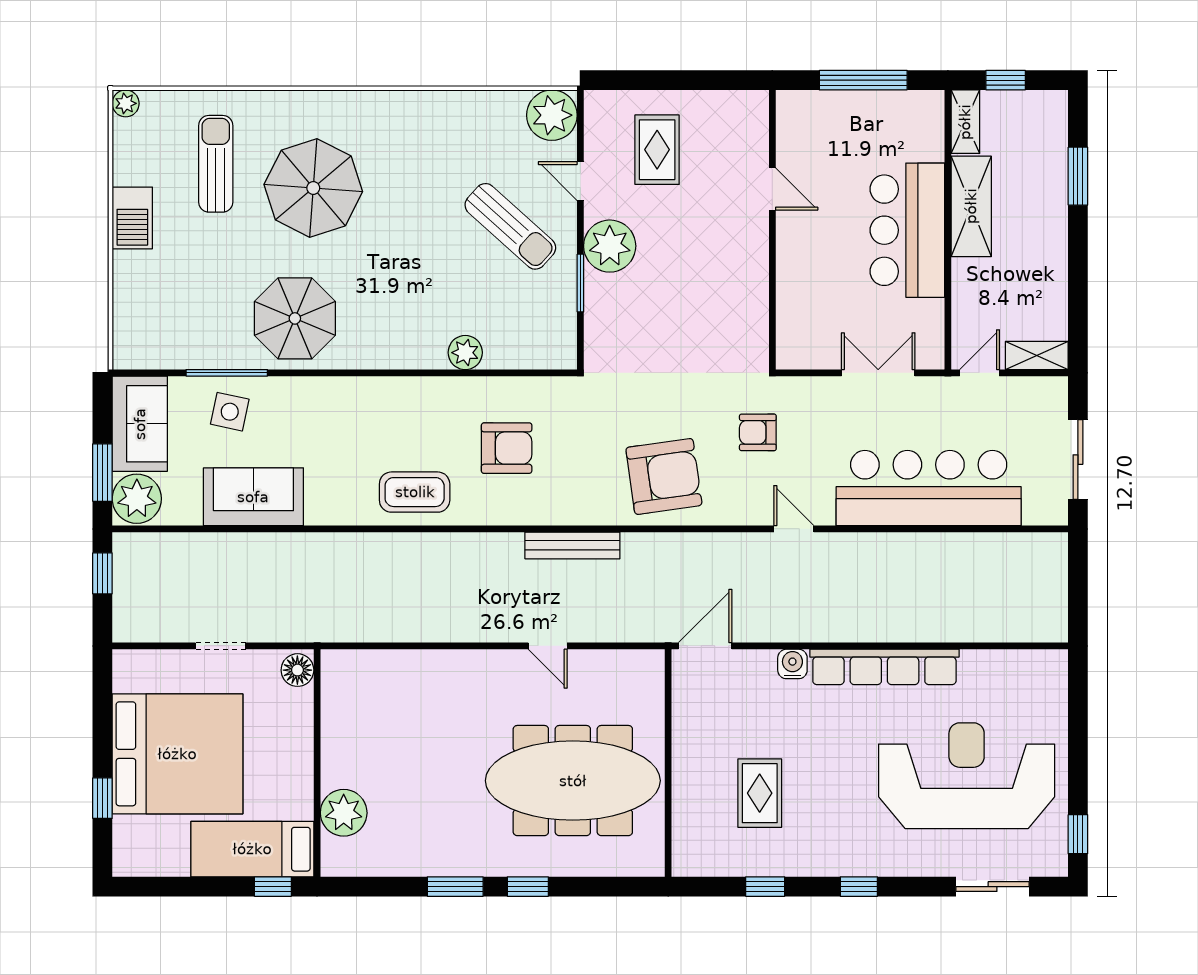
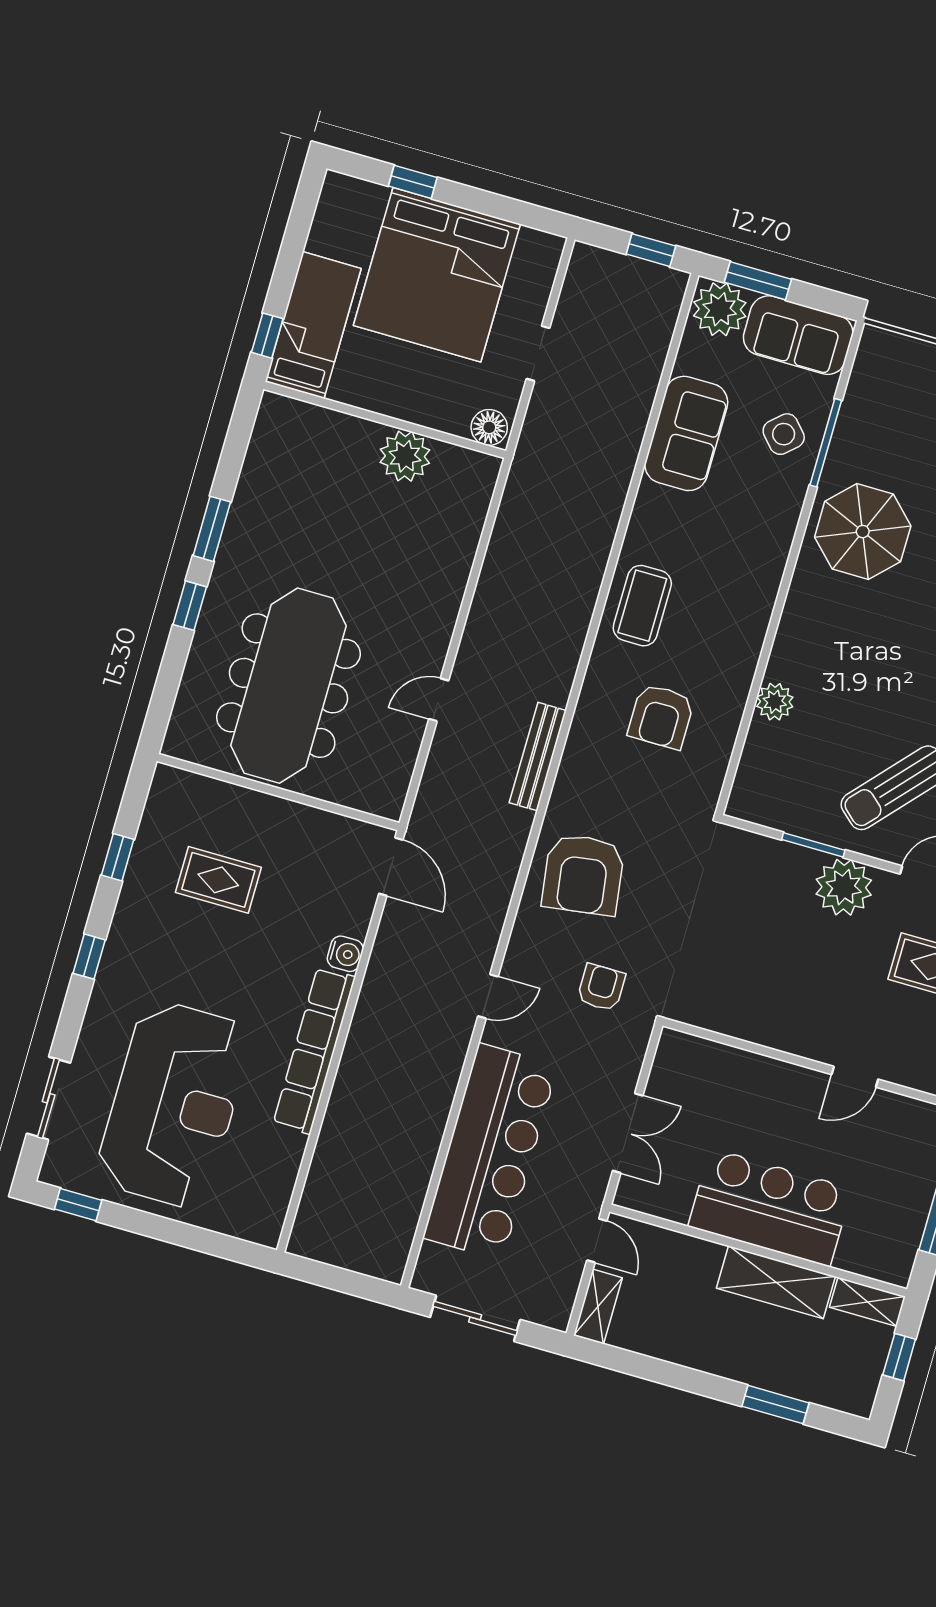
side table: (230, 412) -> (784, 434), turned 36
plant: (344, 813) -> (405, 456), moved

